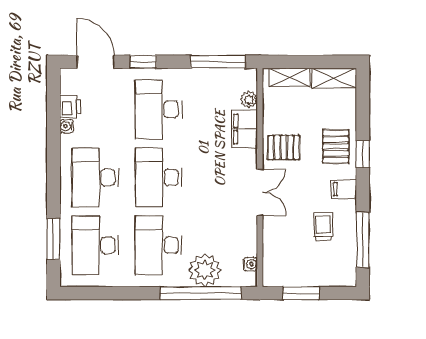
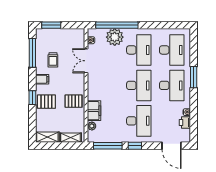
window: (143, 62) -> (135, 146), moved
pallet: (336, 146) -> (46, 102), turned 90
double door: (260, 192) -> (86, 61), moved
window: (53, 239) -> (194, 77), moved
window: (301, 293) -> (51, 25), moved

